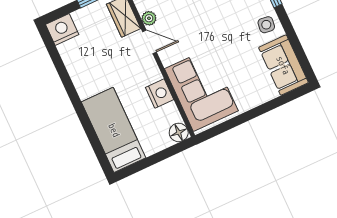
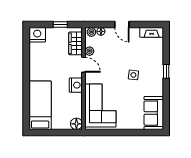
side table: (266, 25) -> (133, 75), moved
nightstand: (160, 93) -> (76, 85), moved

